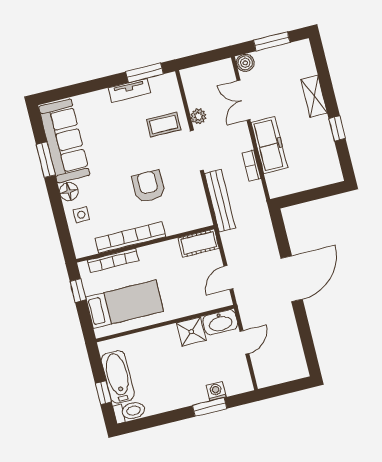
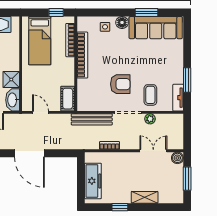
window: (144, 73) -> (187, 80), moved
tv unit: (129, 90) -> (178, 98), moved
freezer: (269, 145) -> (93, 181), moved, turned -90
armchair: (148, 186) -> (120, 84), moved

